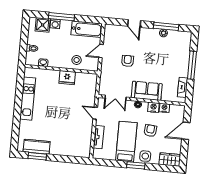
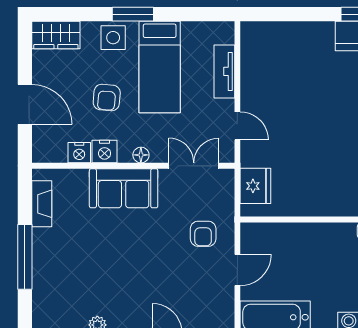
stool: (77, 60) -> (292, 244), removed
armchair: (128, 61) -> (203, 234), moved
fridge: (67, 78) -> (255, 186), moved, turned 90
door: (186, 131) -> (25, 104), hinge flipped

